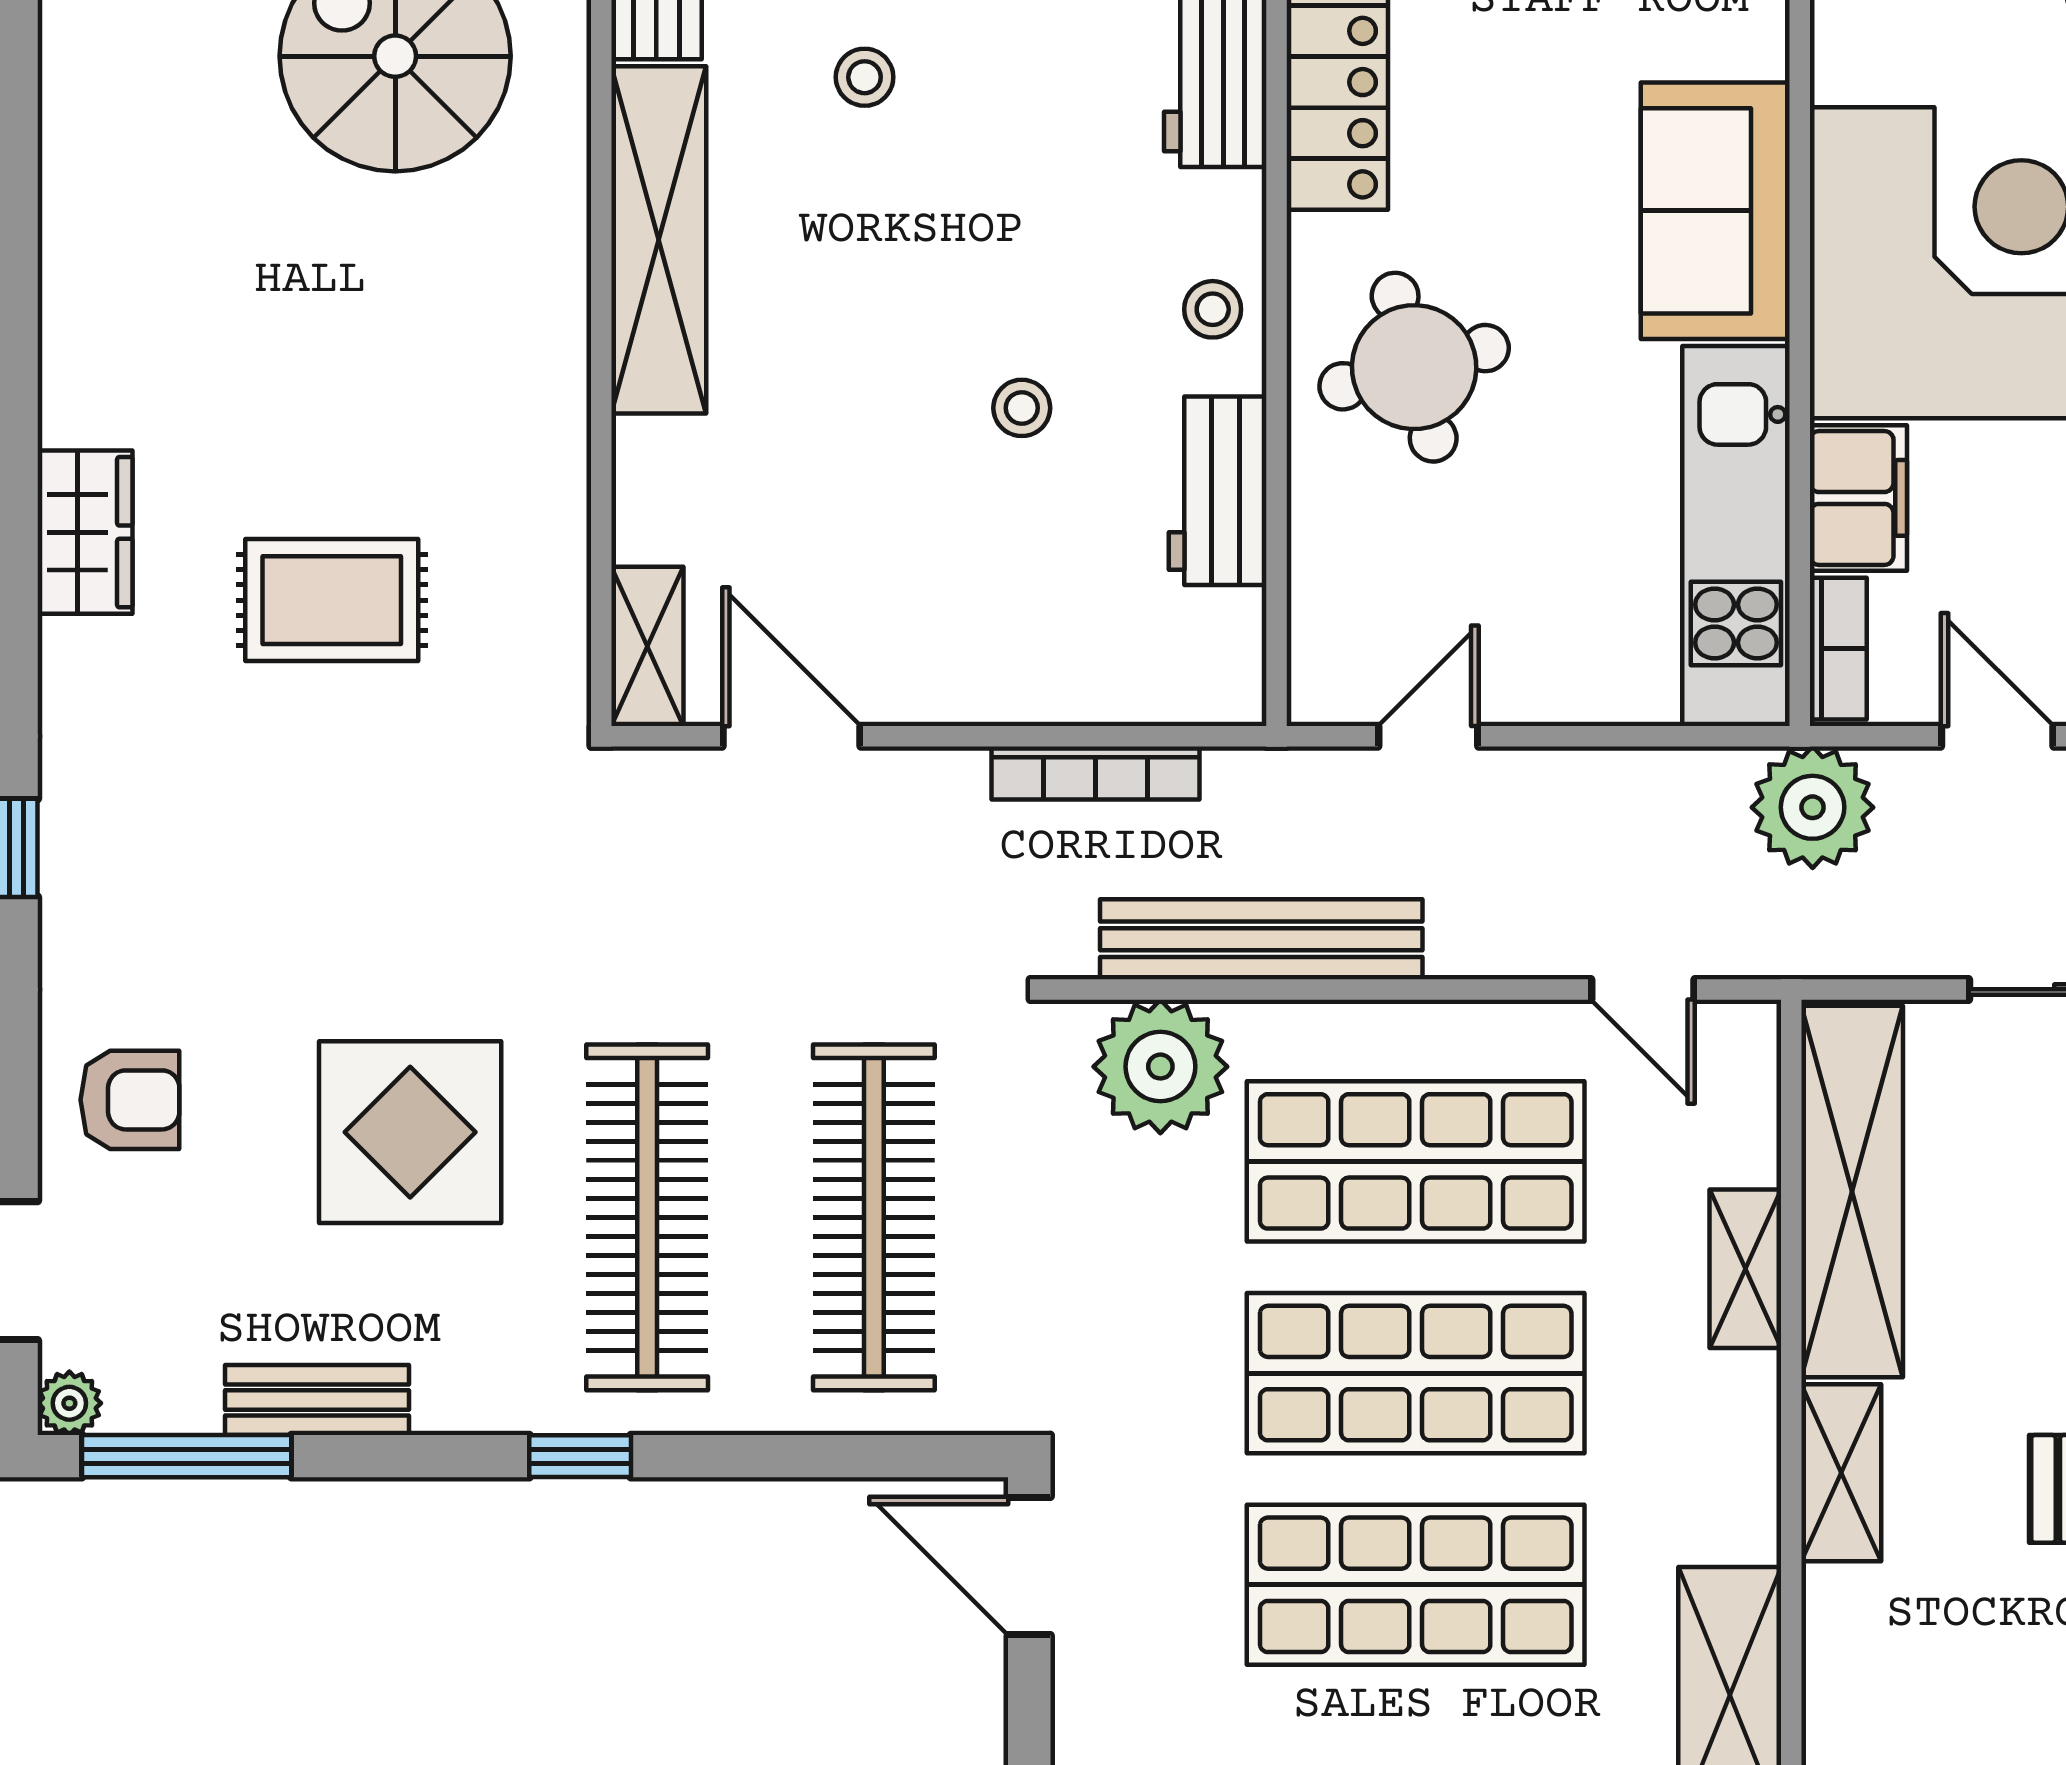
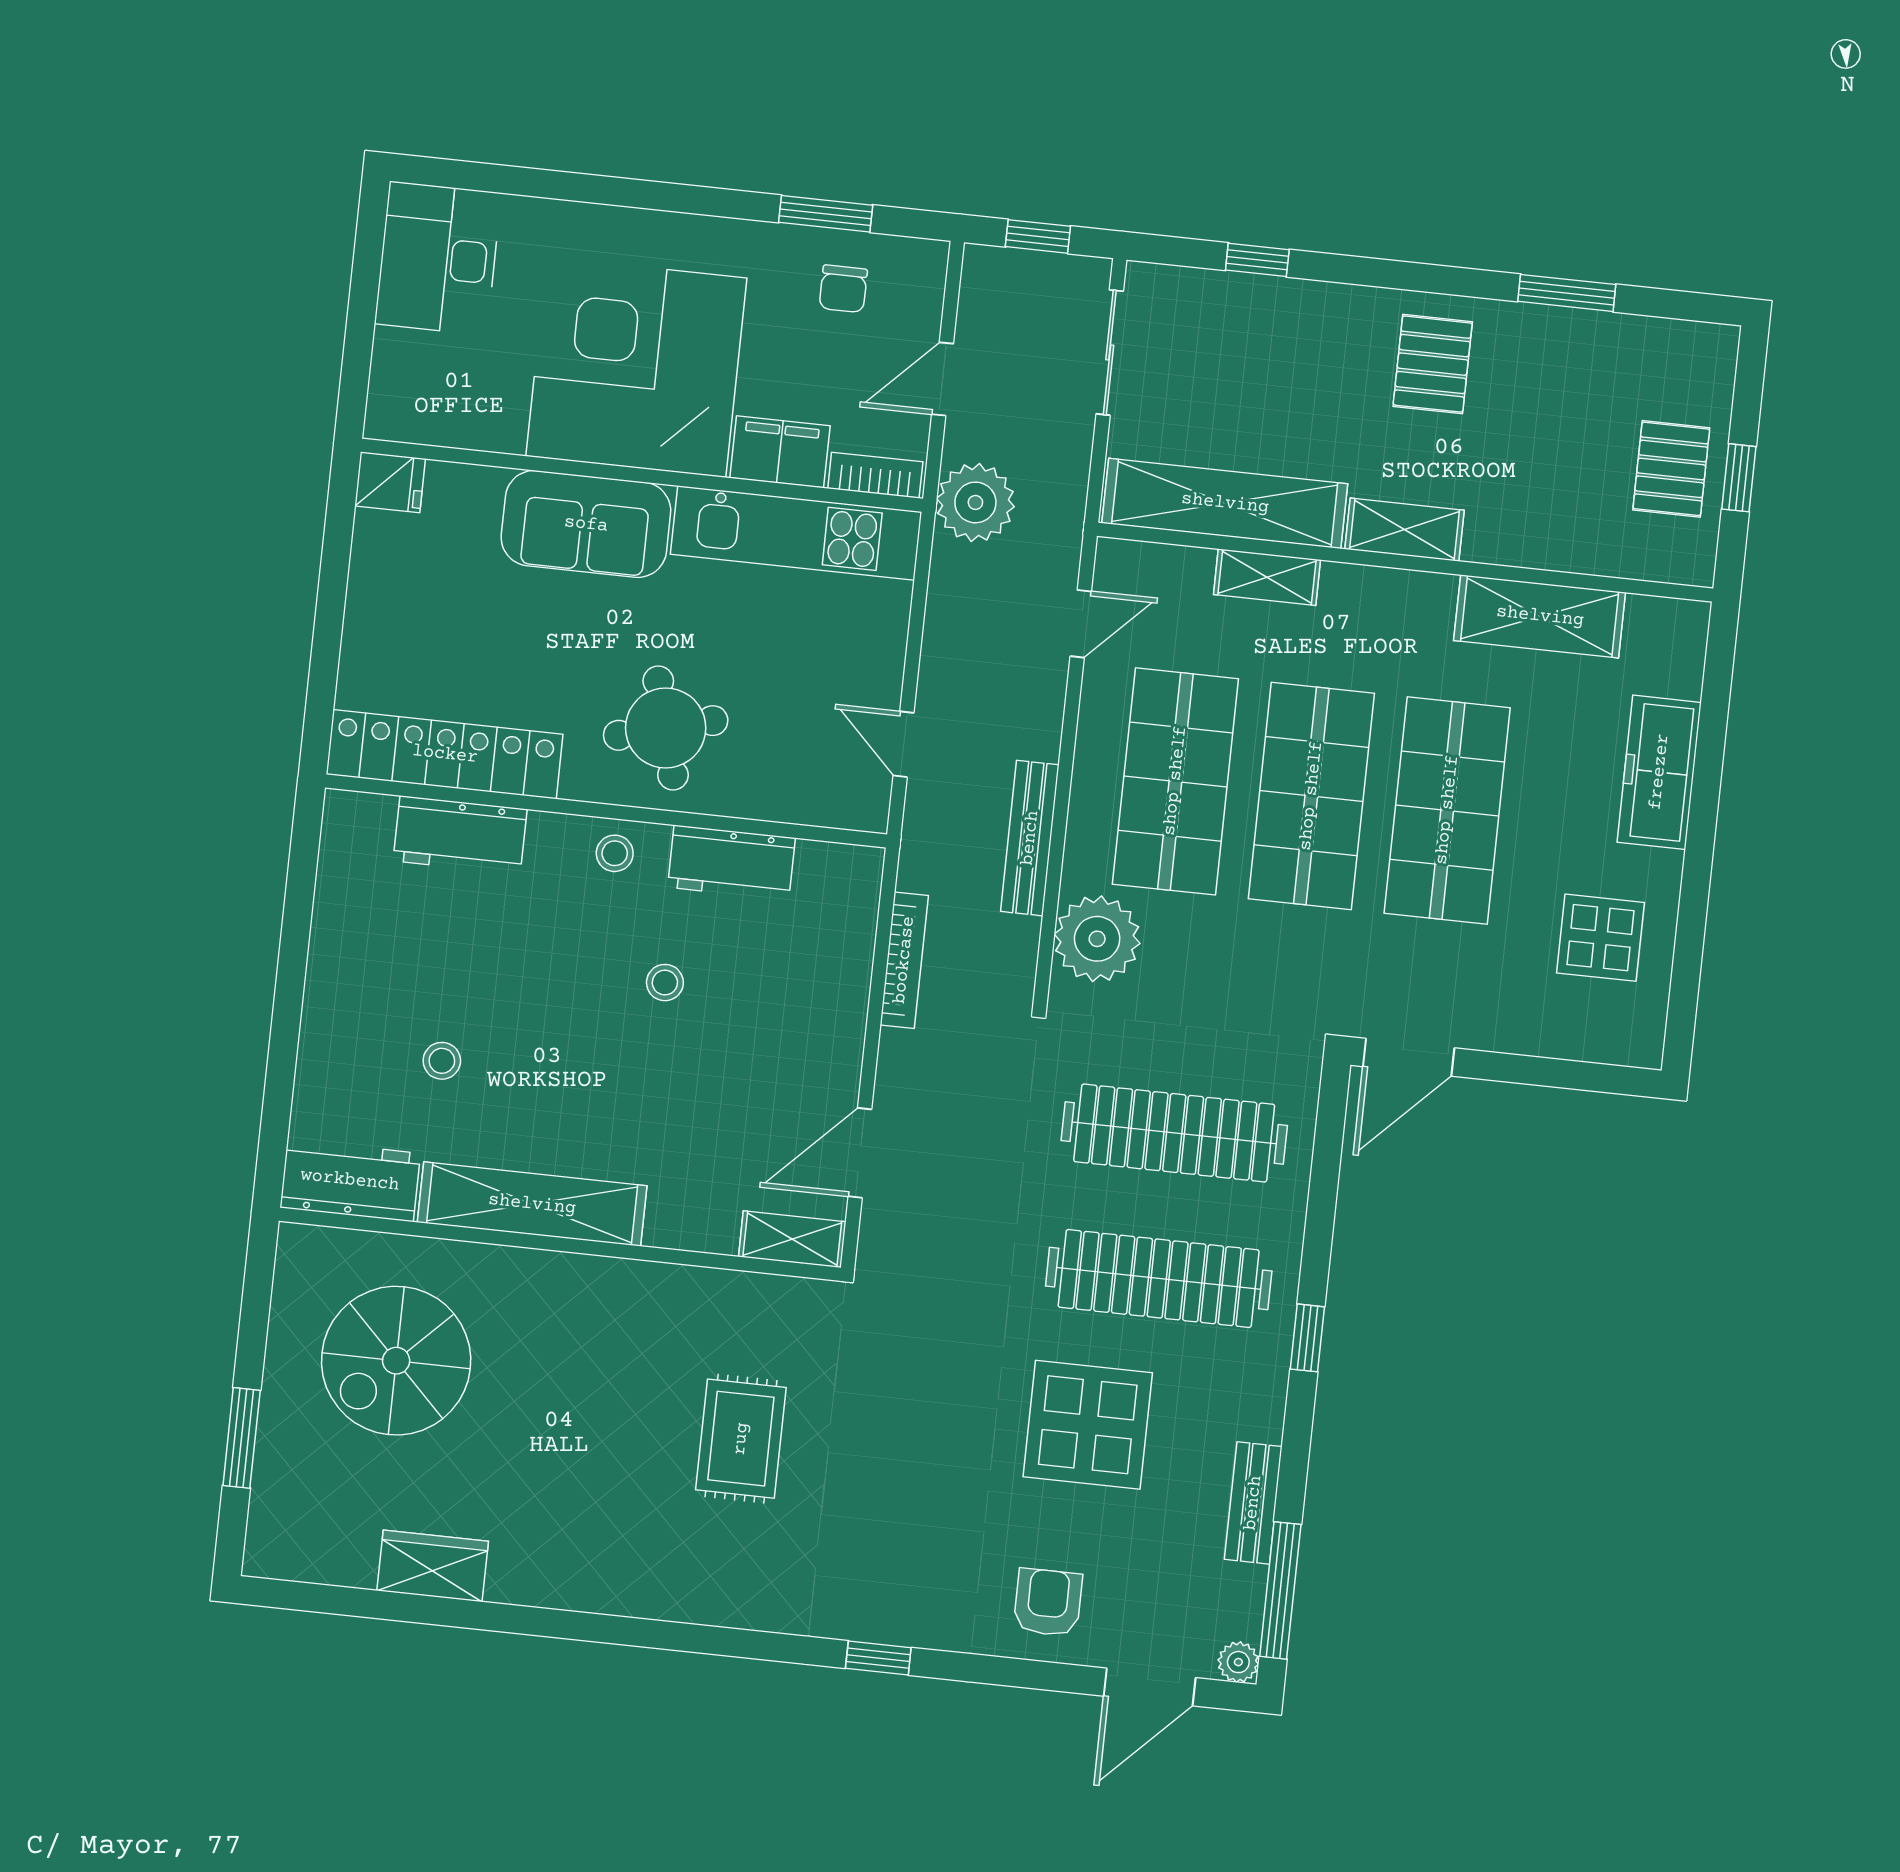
wardrobe: (85, 532) -> (433, 1566), moved
bench: (1261, 939) -> (1030, 838), width x0.73, depth x0.82

